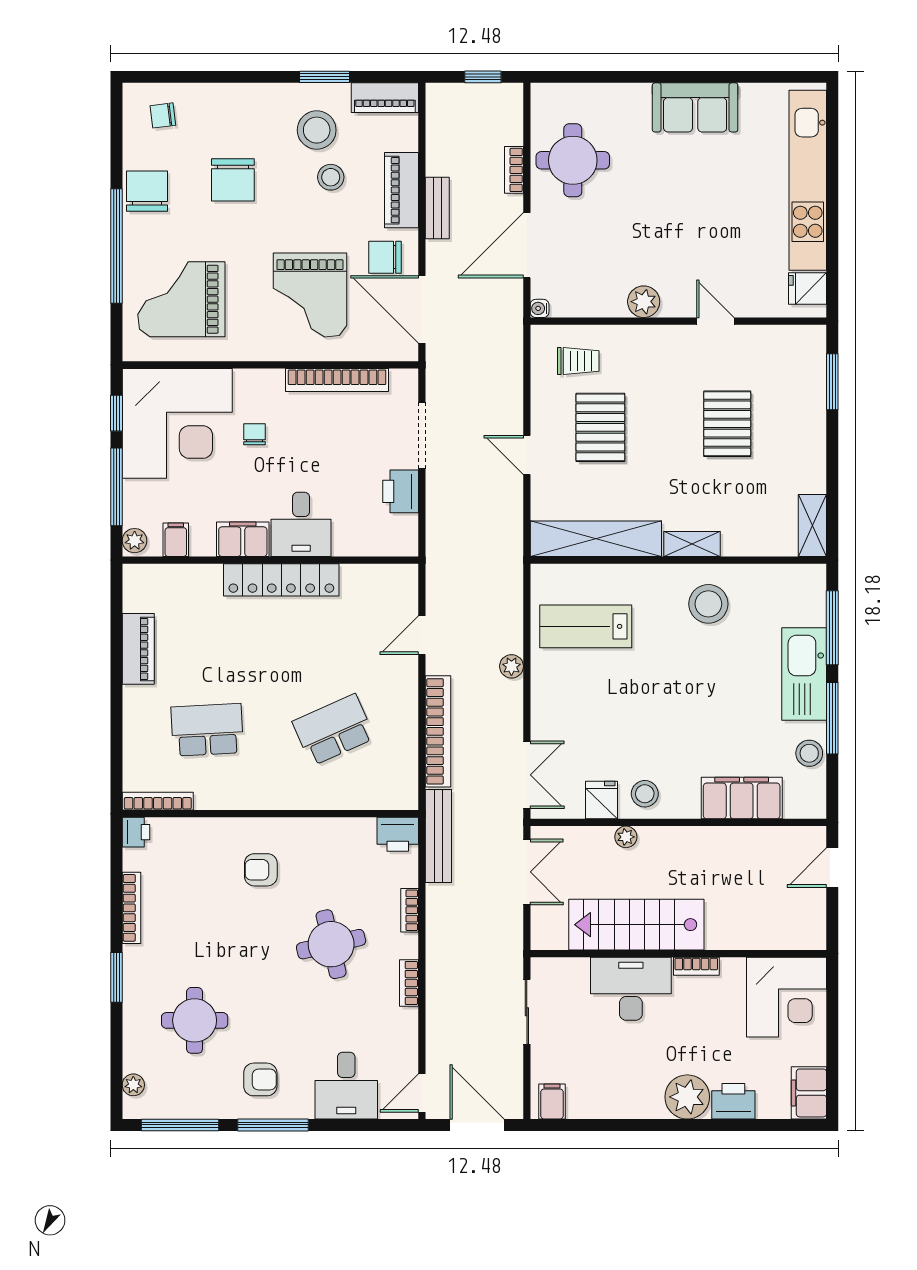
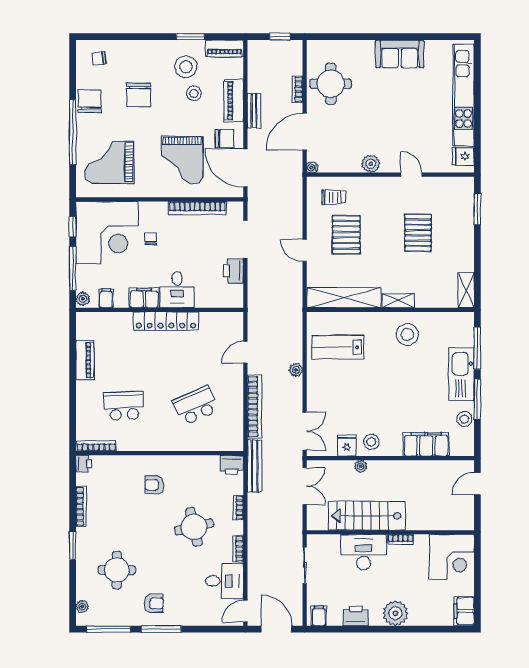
chair: (385, 257) -> (224, 139), turned 180
desk: (346, 1086) -> (224, 581), moved, turned -90
printer: (733, 1101) -> (356, 616), moved

